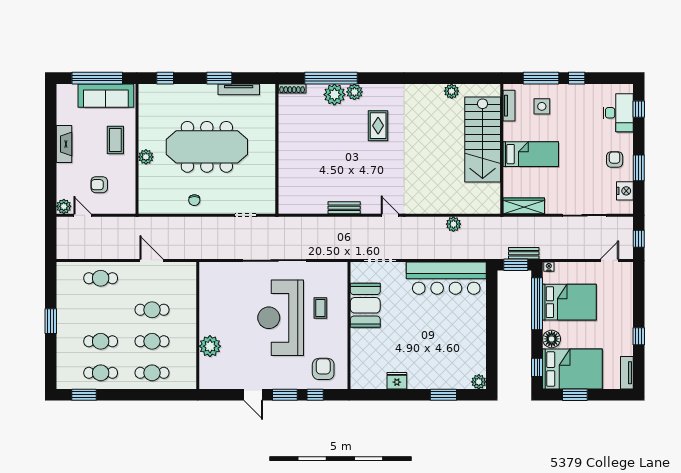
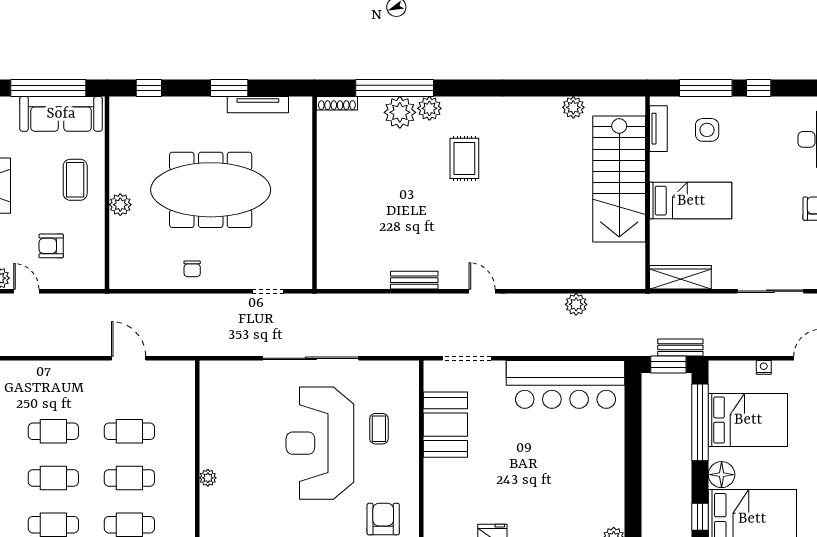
nightstand: (549, 267) -> (764, 367), moved
cafe table: (101, 278) -> (53, 431), moved
plant: (210, 346) -> (208, 478), width x0.53, depth x0.53

